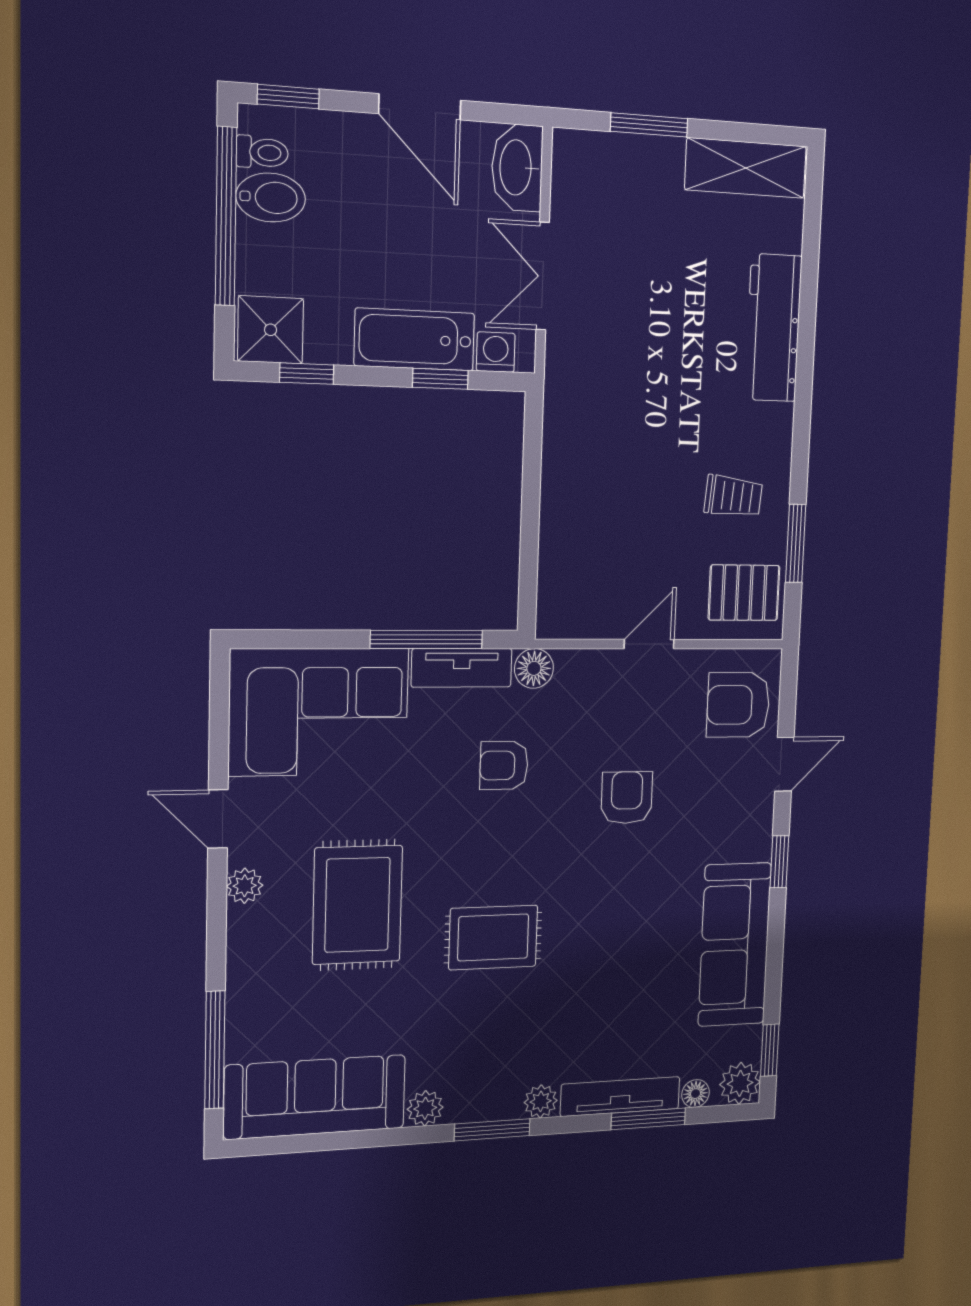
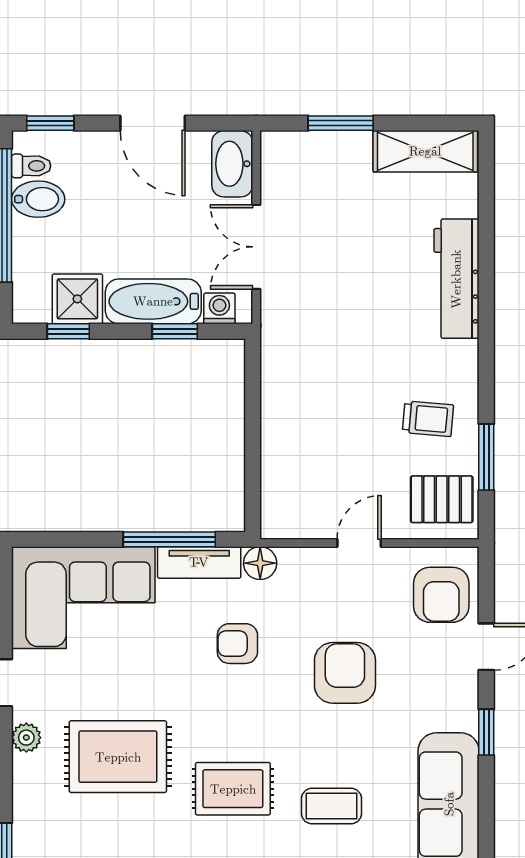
shower: (271, 330) -> (77, 299), moved
armchair: (738, 705) -> (441, 595), turned -90
armchair: (627, 798) -> (345, 673), width x1.38, depth x1.38
rug: (357, 905) -> (118, 757), turned 90
coffee table: (605, 953) -> (332, 806), added

